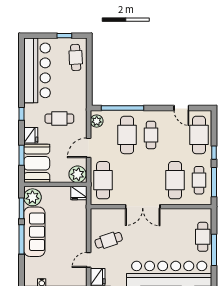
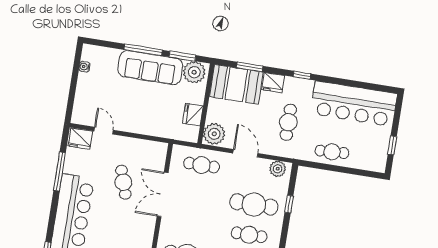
cafe table: (76, 57) -> (332, 152), moved
window: (122, 108) -> (289, 204), width x0.32
cafe table: (103, 180) -> (202, 165), width x0.73, depth x0.74
fridge: (79, 193) -> (193, 115), moved
double door: (143, 207) -> (163, 194), moved
cafe table: (109, 240) -> (123, 182), moved

